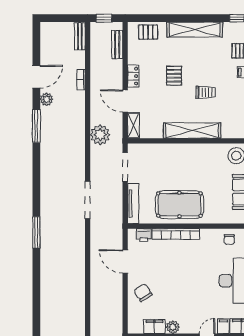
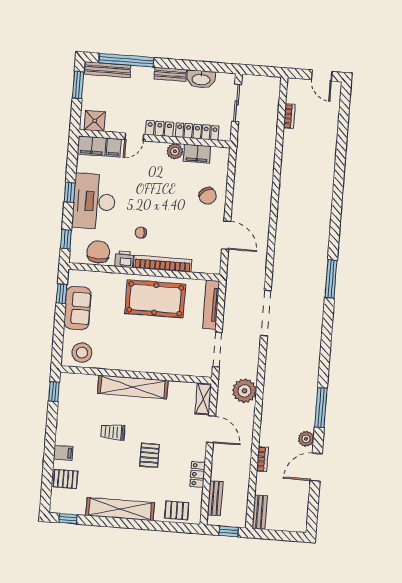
locker: (133, 76) -> (198, 474), moved
printer: (144, 235) -> (124, 259), moved
chair: (229, 239) -> (98, 252), width x1.87, depth x1.87
chair: (196, 258) -> (141, 233), added

